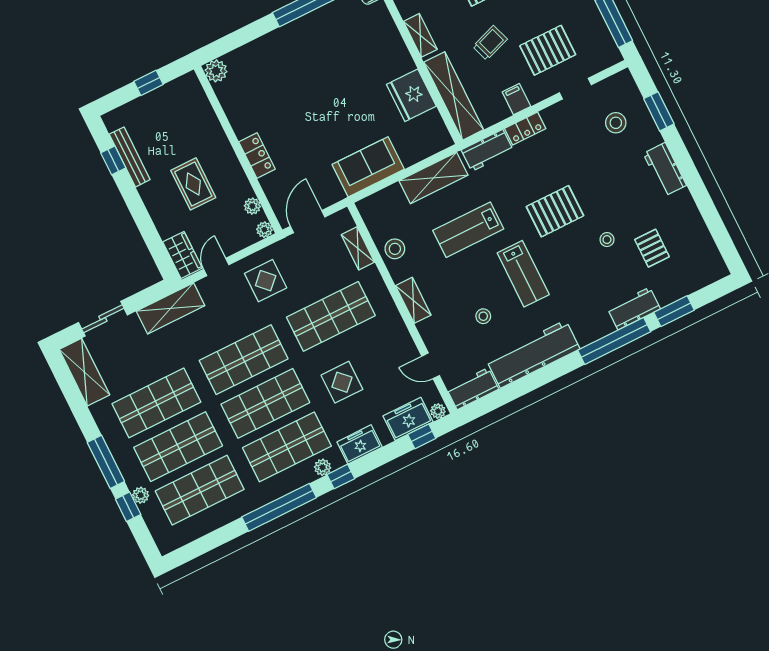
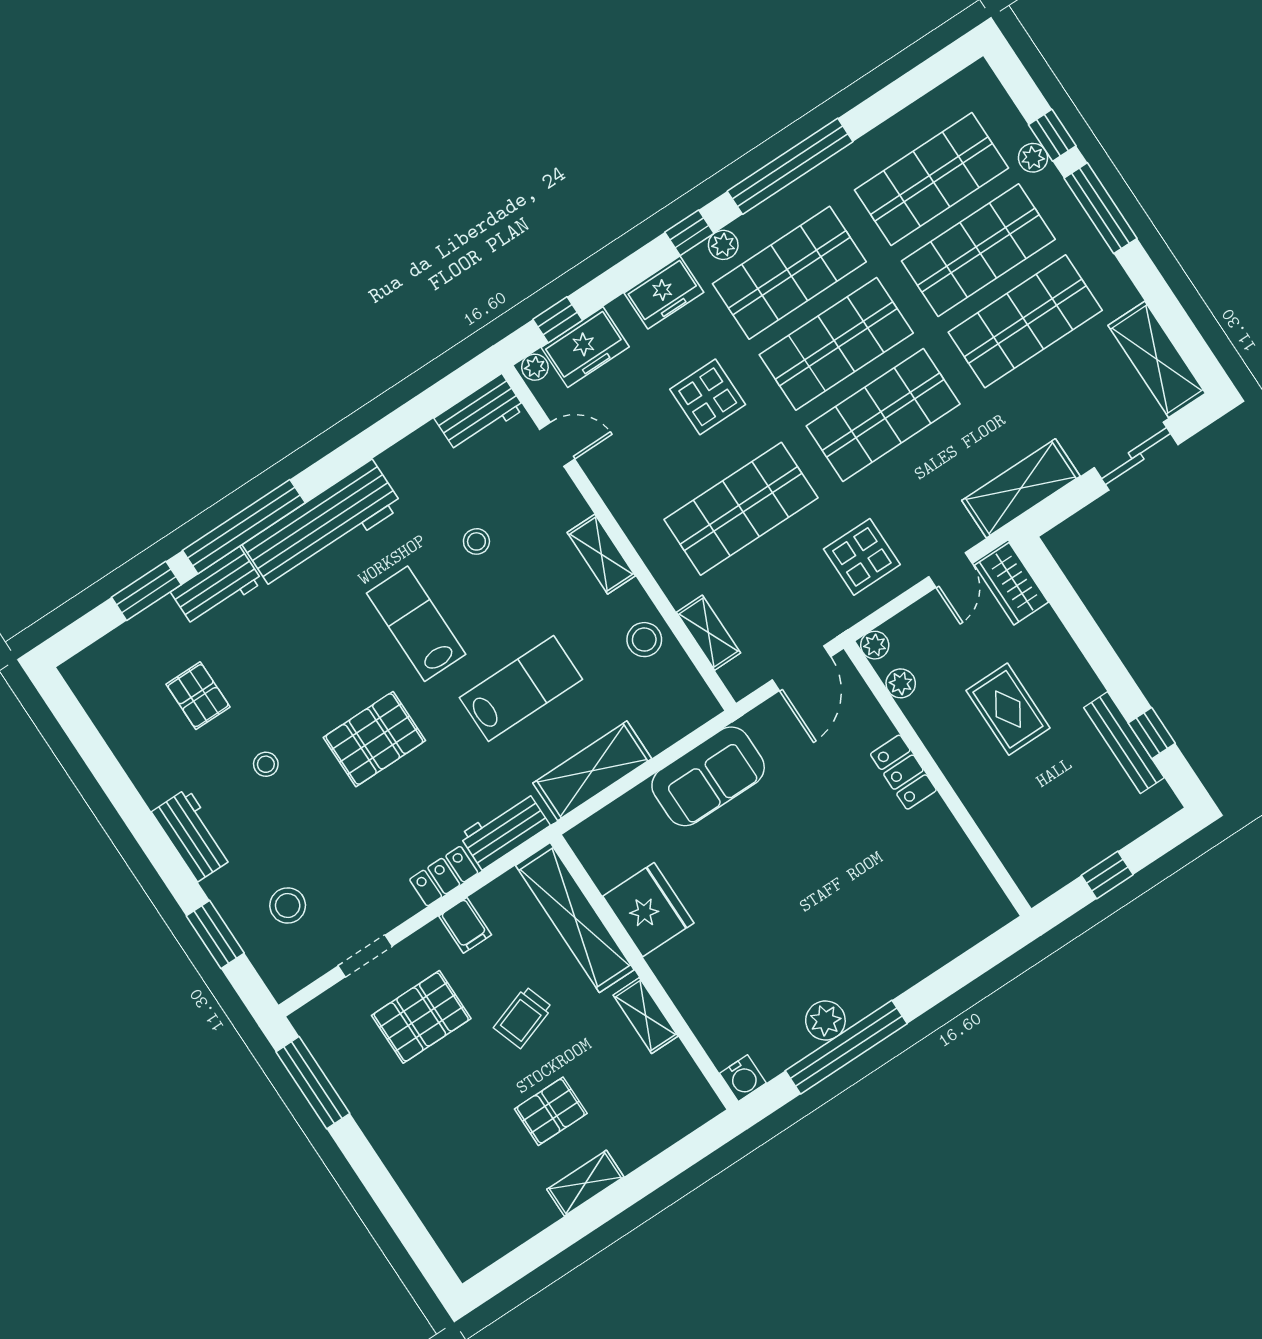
plant: (216, 71) -> (825, 1021), moved
stool: (607, 240) -> (266, 764), moved
workbench: (533, 354) -> (323, 525), moved

